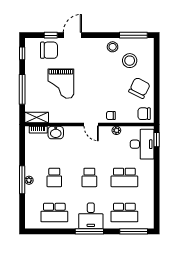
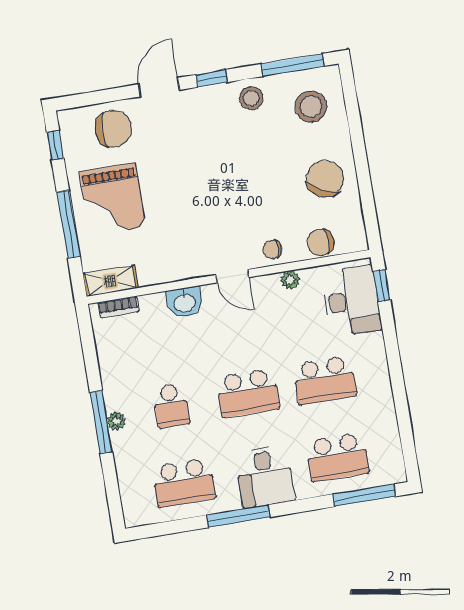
window: (51, 35) -> (211, 78), moved
stool: (130, 61) -> (311, 107), moved
grand piano: (61, 84) -> (112, 200), moved
chair: (144, 114) -> (321, 242), moved
washbasin: (56, 133) -> (185, 302), moved
school desk: (89, 177) -> (248, 393), width x1.85
window: (89, 231) -> (238, 516), moved

